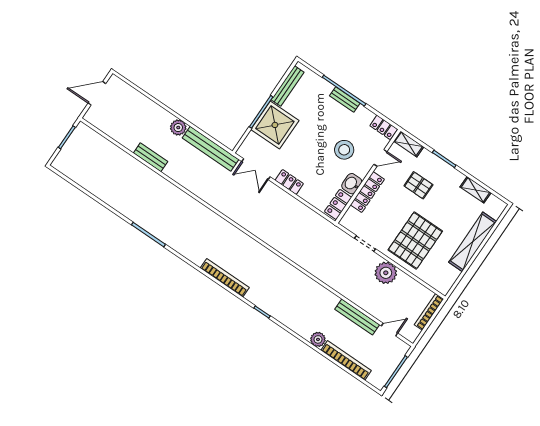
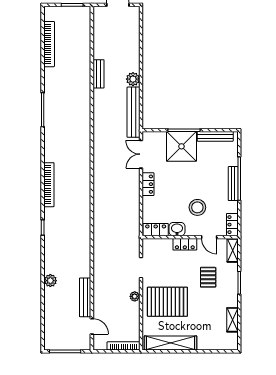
bench: (345, 100) -> (233, 184), width x1.36
locker: (367, 192) -> (185, 244), width x0.66
shelving: (473, 242) -> (171, 343), moved
plant: (386, 273) -> (135, 296), width x0.53, depth x0.53
bookcase: (346, 360) -> (49, 44), moved

